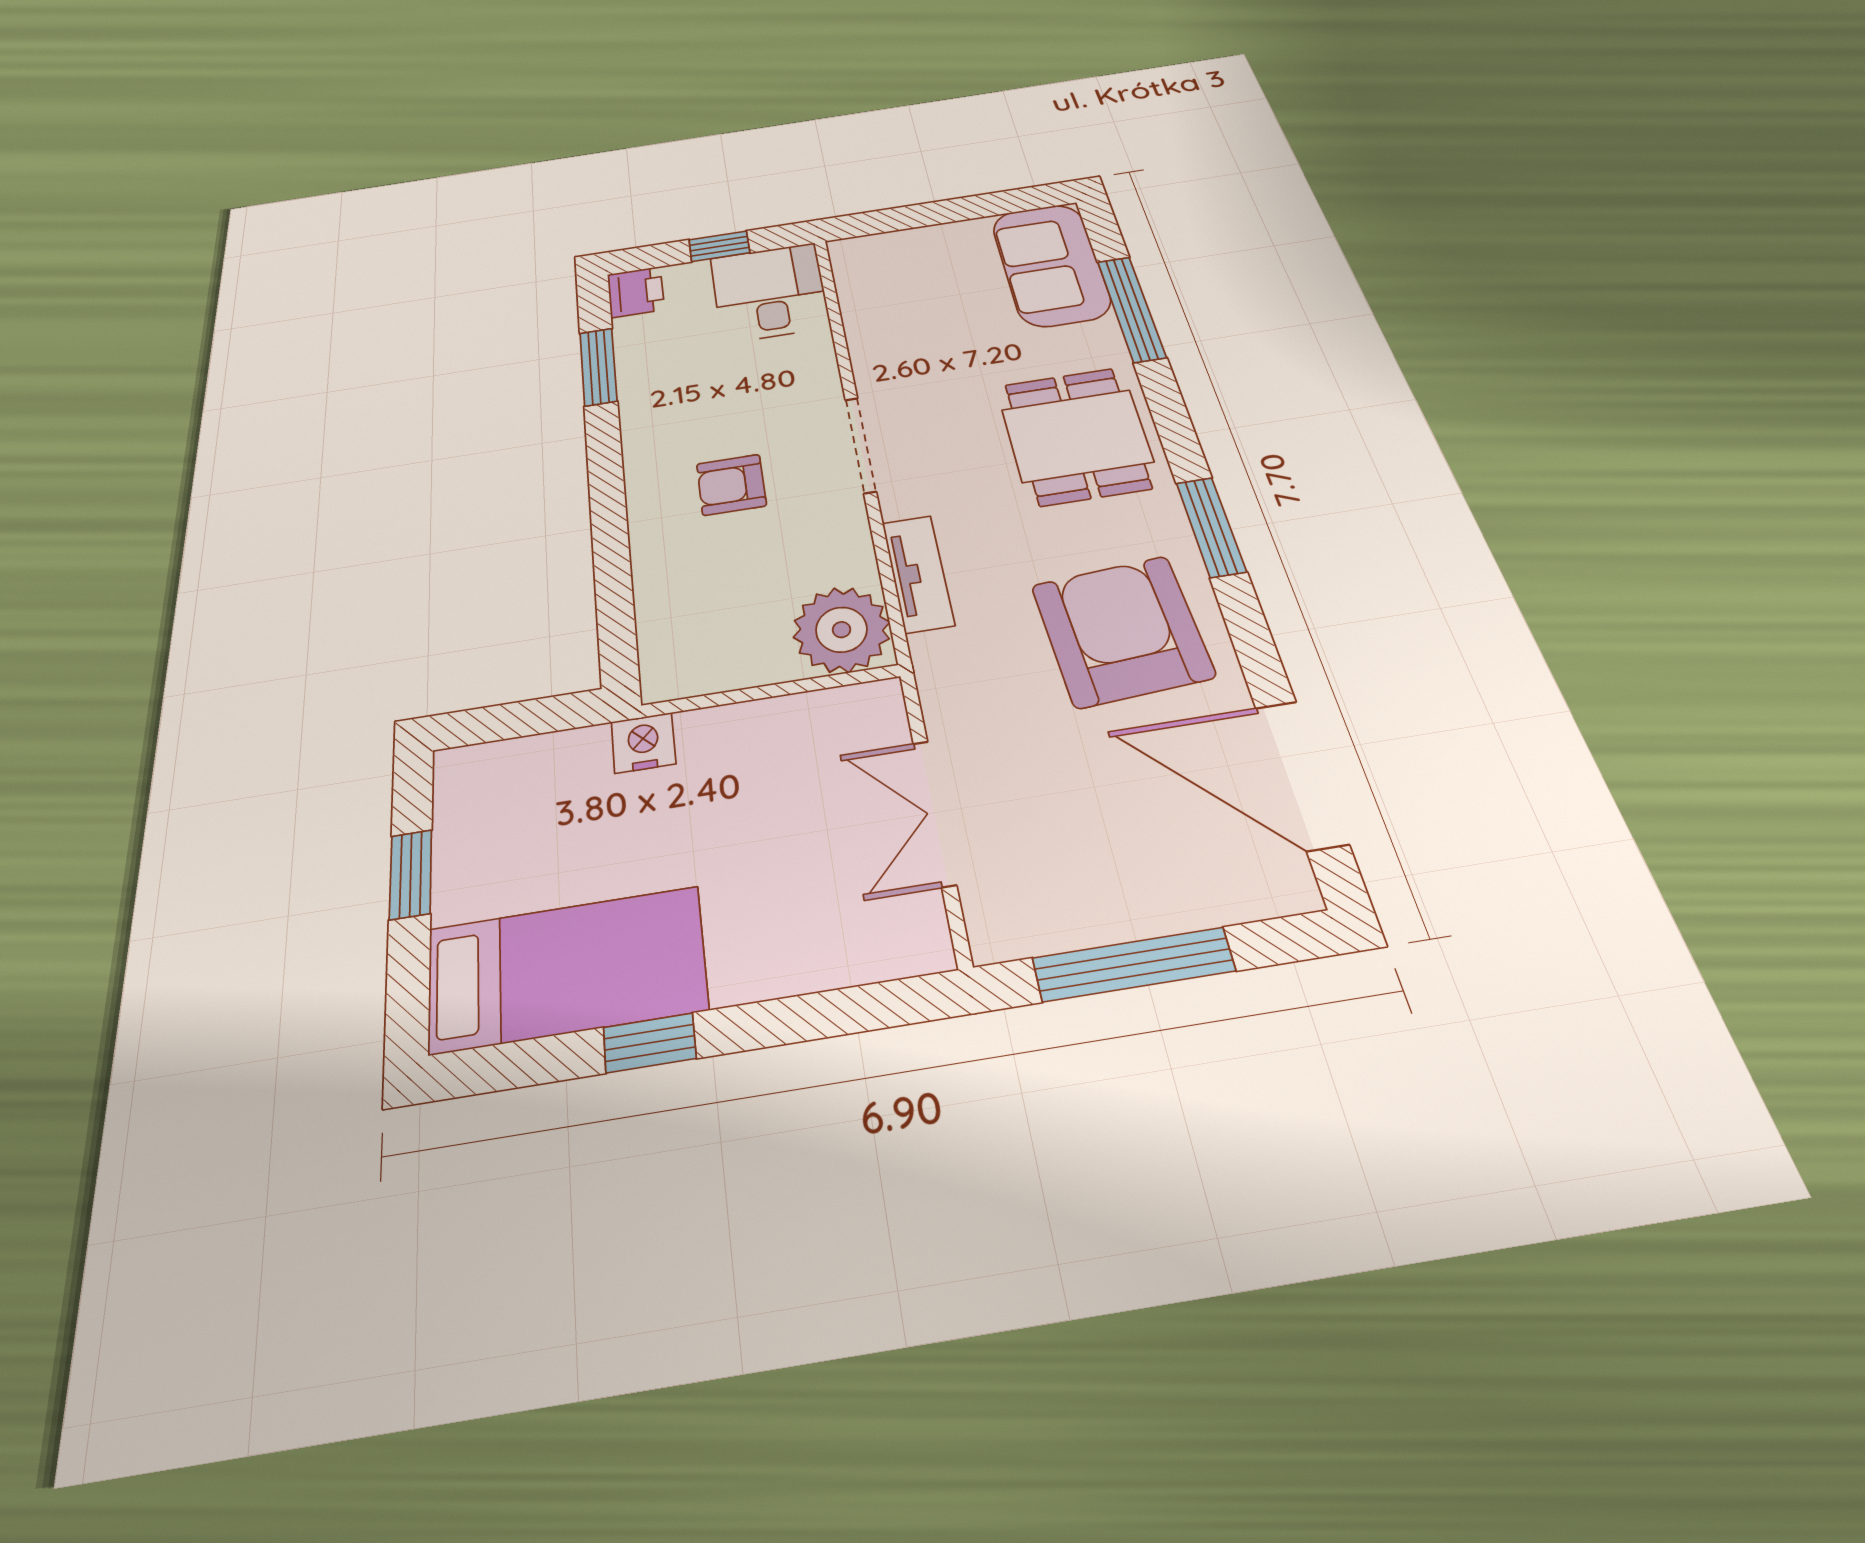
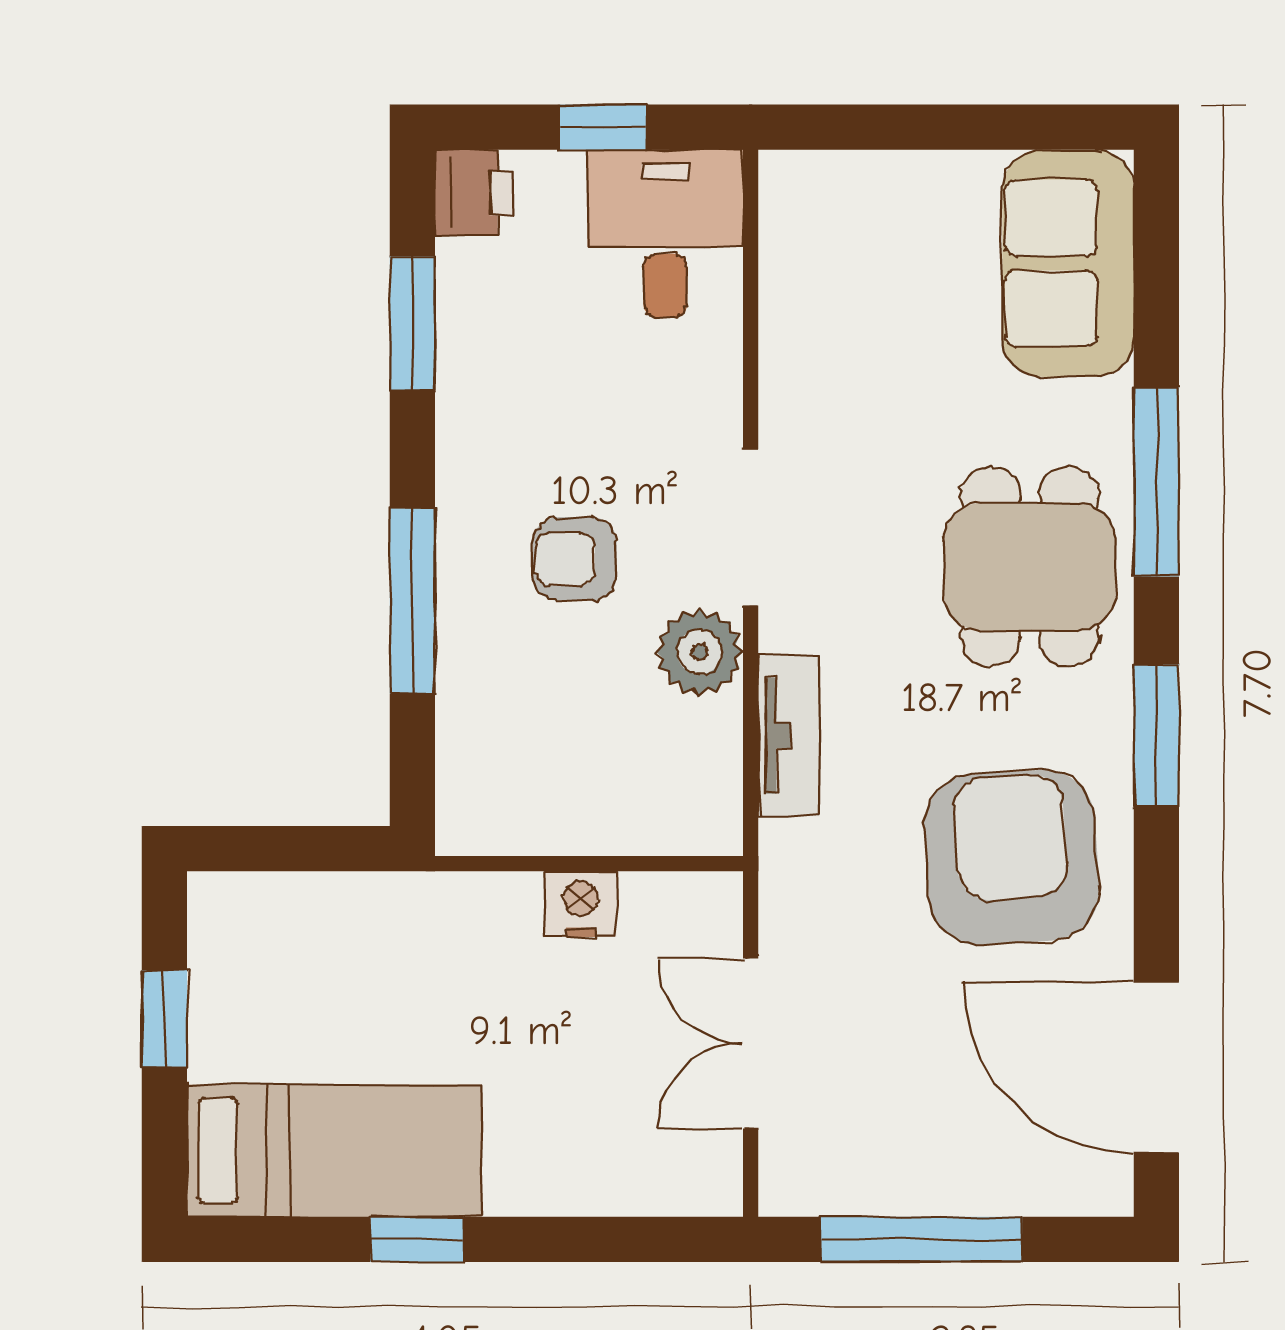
window: (1131, 309) -> (1156, 482), moved
window: (610, 531) -> (412, 601), added
plant: (841, 630) -> (700, 652), moved, width x0.73, depth x0.73
nightstand: (643, 743) -> (581, 904), moved

